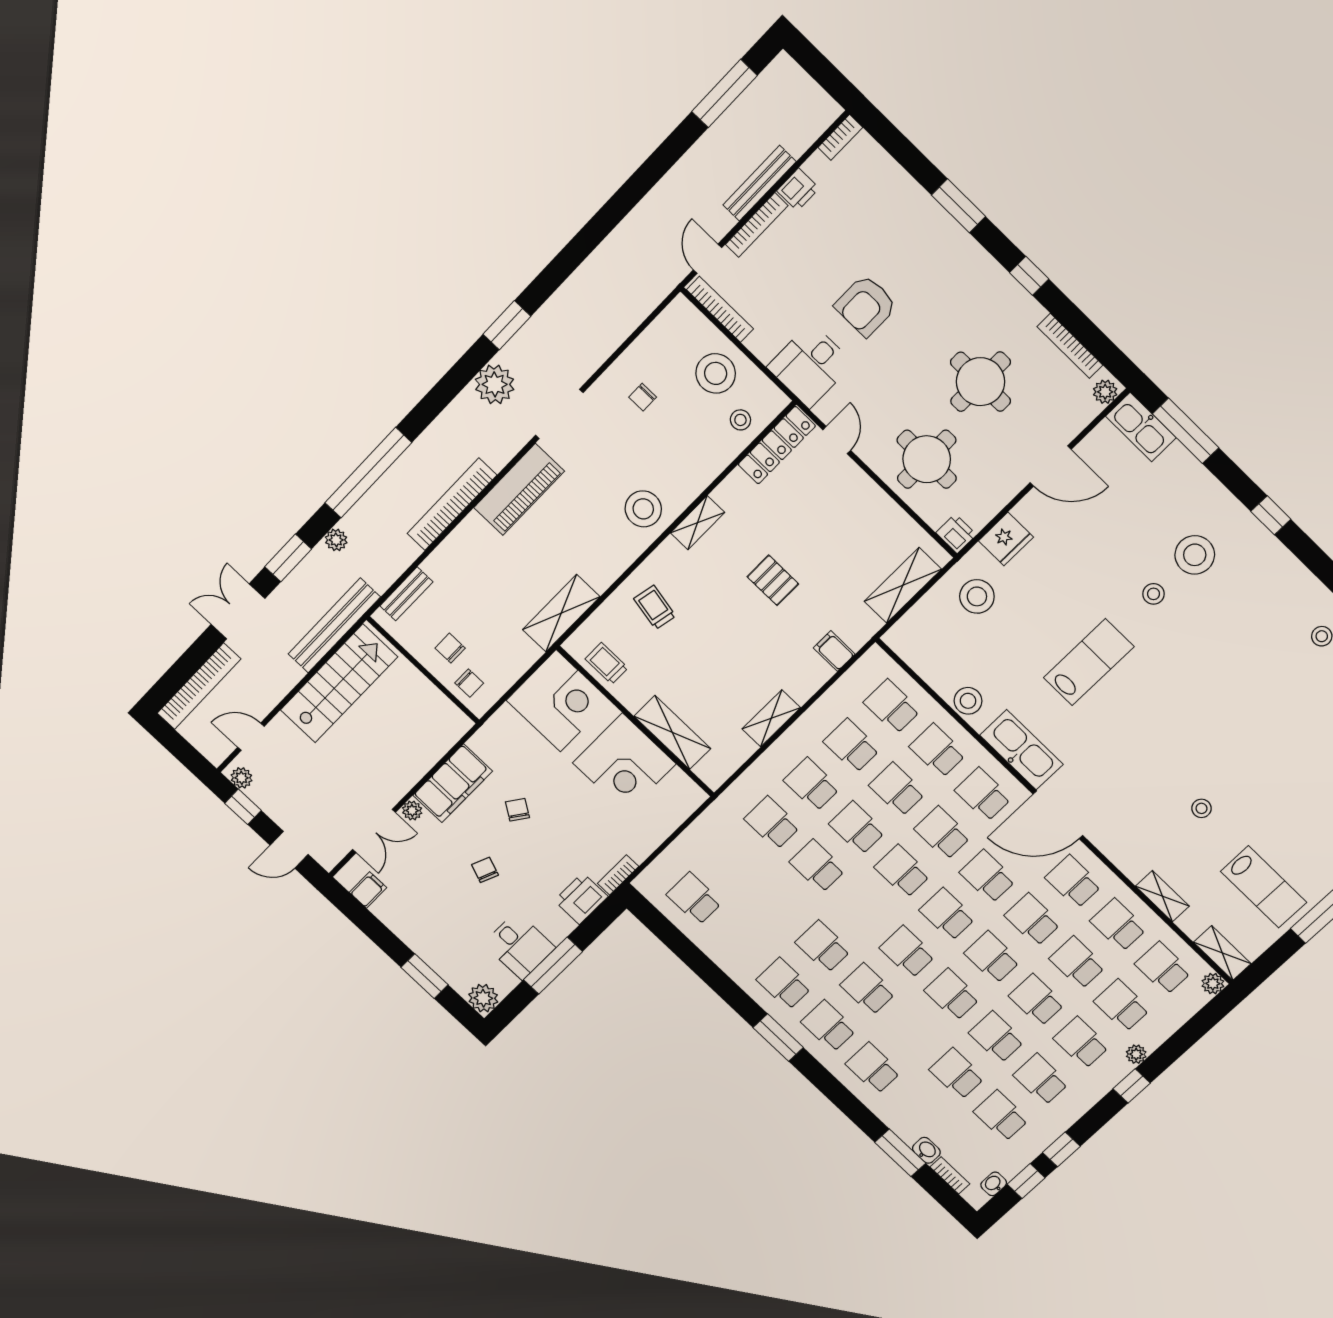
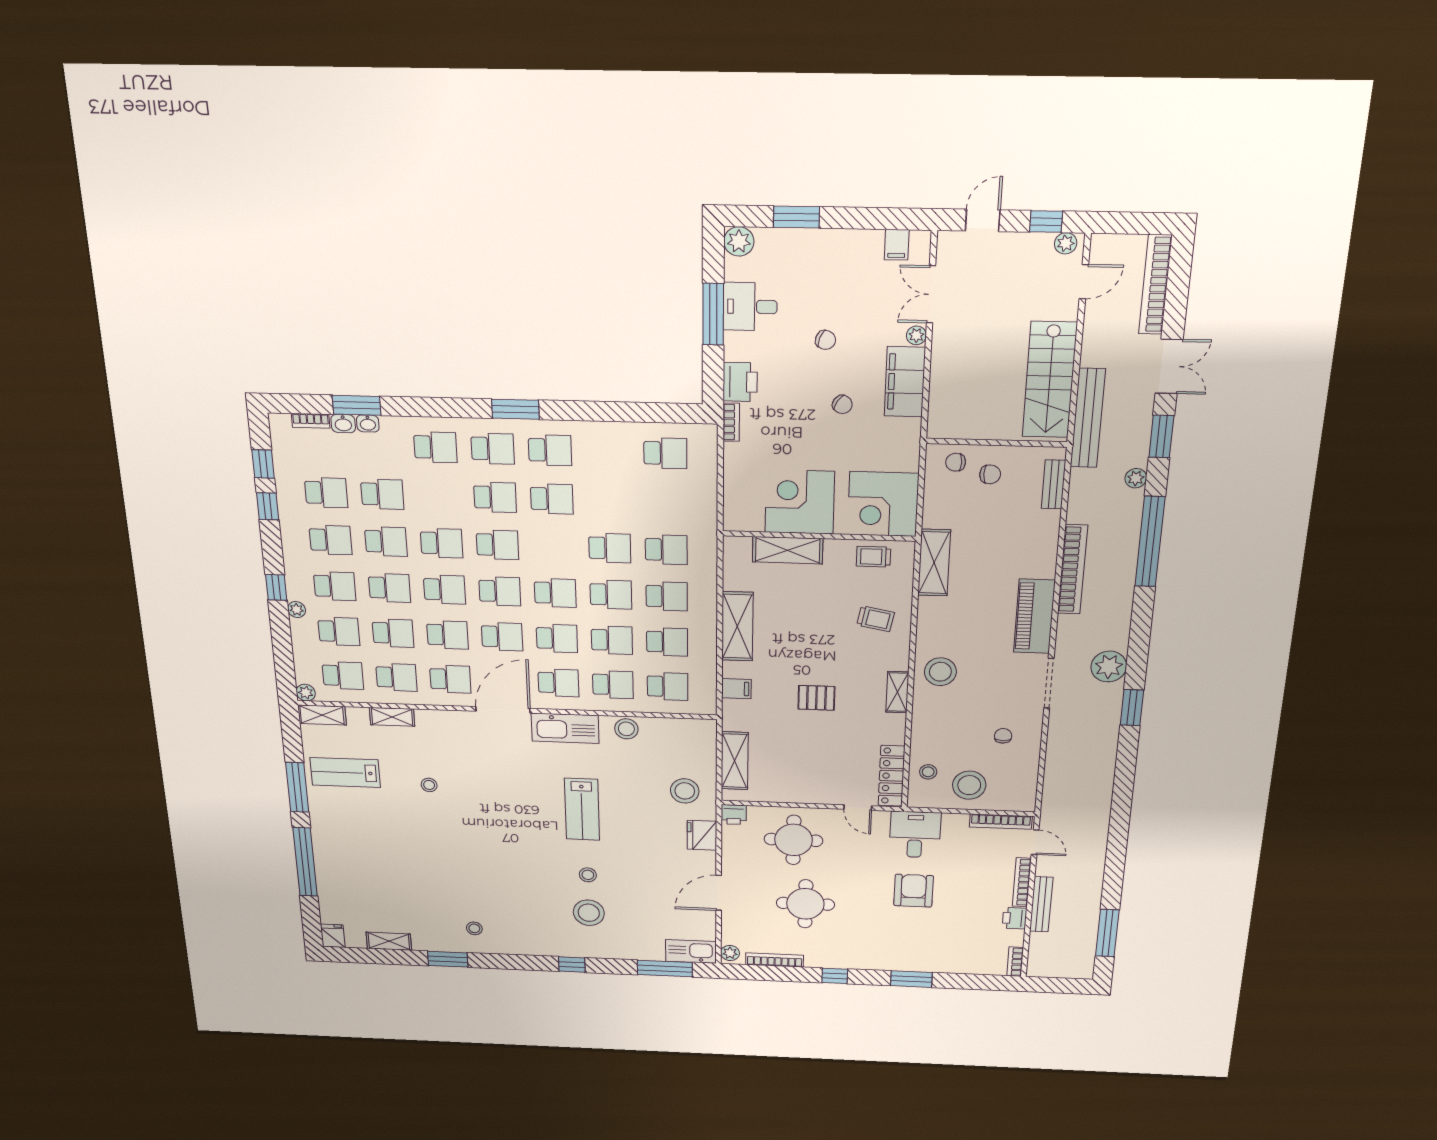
trolley: (607, 663) -> (874, 557), turned 180
shelving: (771, 718) -> (737, 626), width x1.50, depth x1.33
washbasin: (994, 1184) -> (368, 423), moved, turned 90

